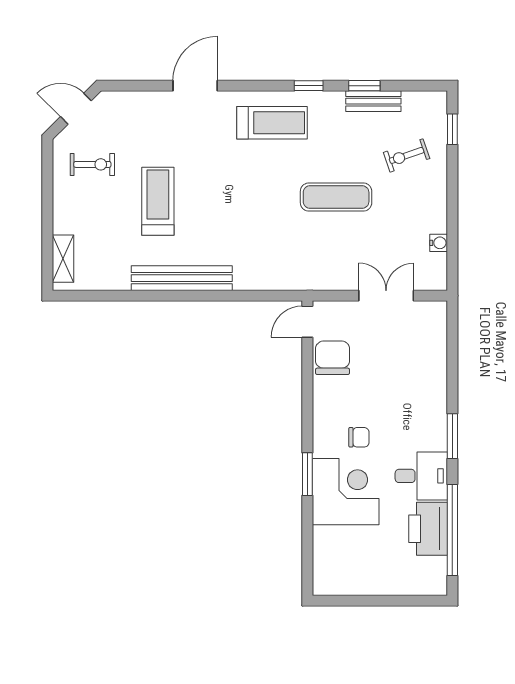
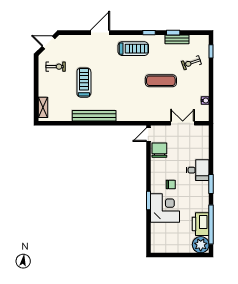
desk: (421, 476) -> (198, 170), moved
plant: (428, 577) -> (201, 245), added

